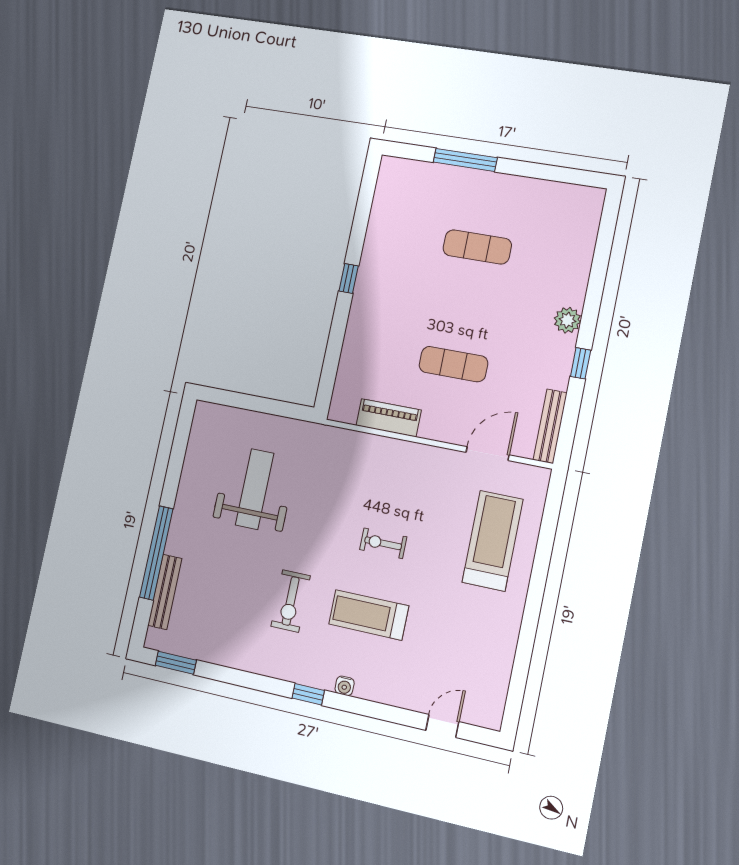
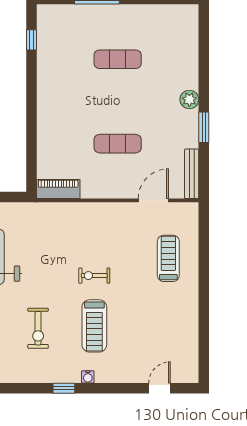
window: (349, 278) -> (31, 40), moved
window: (581, 363) -> (204, 127), width x1.50
piano: (389, 418) -> (58, 189), moved
treadmill: (493, 541) -> (168, 258), width x0.73, depth x0.73
treadmill: (369, 615) -> (94, 326), turned -90

